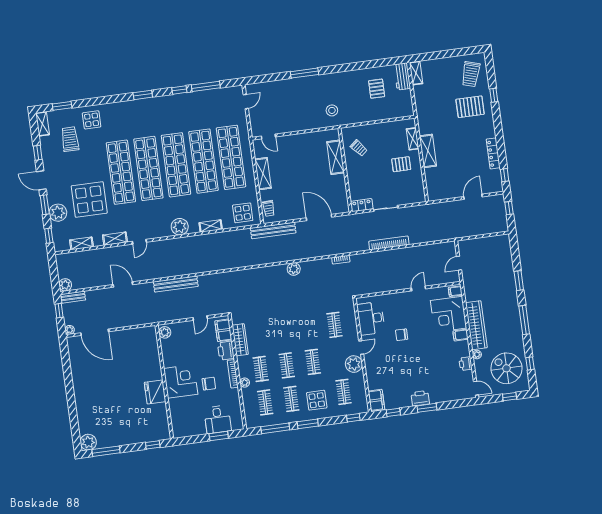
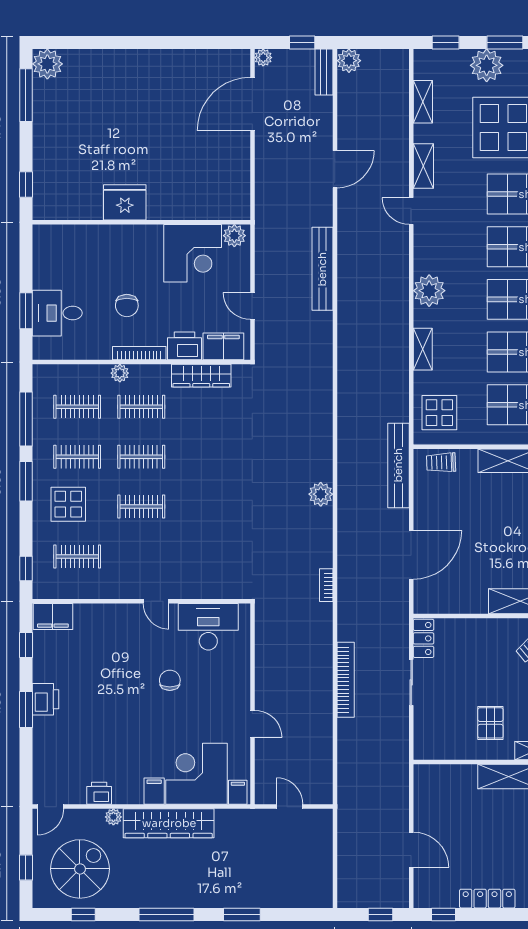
clothes rail: (334, 325) -> (205, 557), removed
plant: (354, 364) -> (127, 583), removed
corner desk: (181, 381) -> (193, 253), moved

